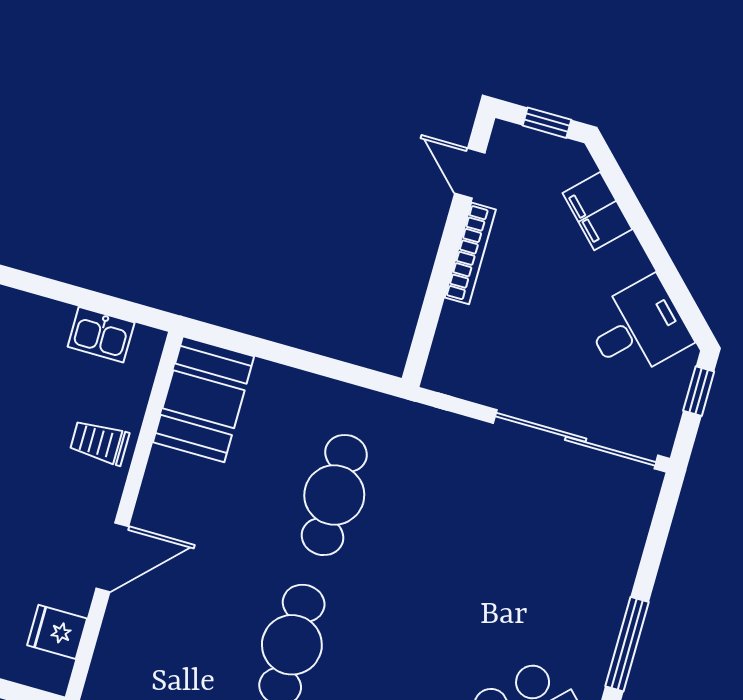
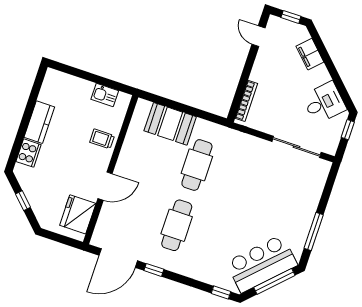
bookcase: (470, 253) -> (246, 101), moved
booth: (204, 399) -> (170, 124), moved, turned 90
sliding door: (576, 439) -> (297, 147), width x0.73
fridge: (57, 632) -> (78, 214), width x1.88, depth x1.34

